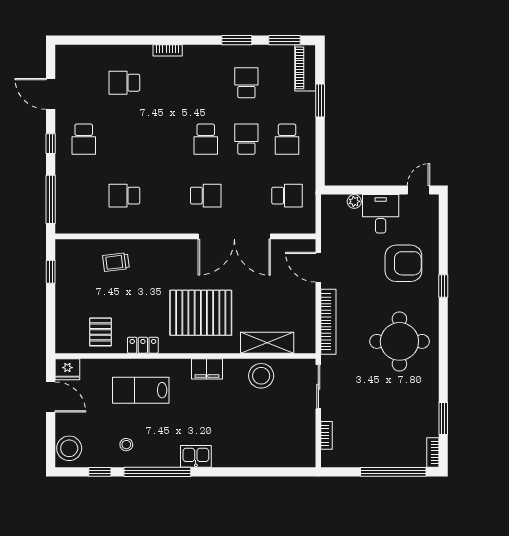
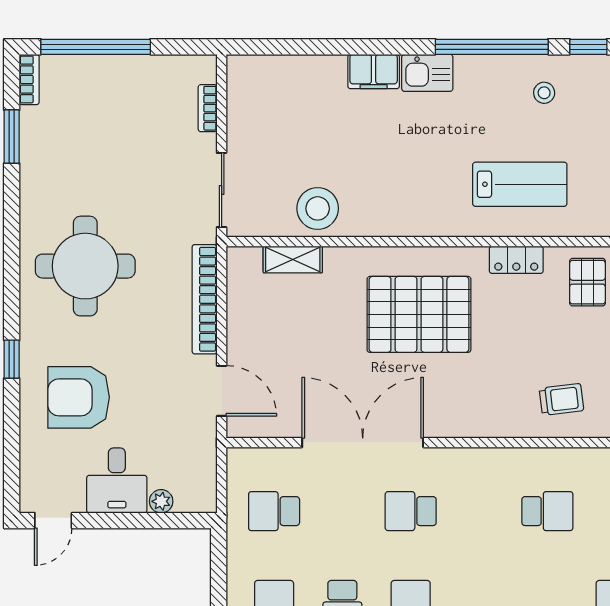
shelving: (267, 343) -> (293, 260), width x0.67, depth x0.75
filing cabinet: (207, 369) -> (374, 72), moved, turned 180

